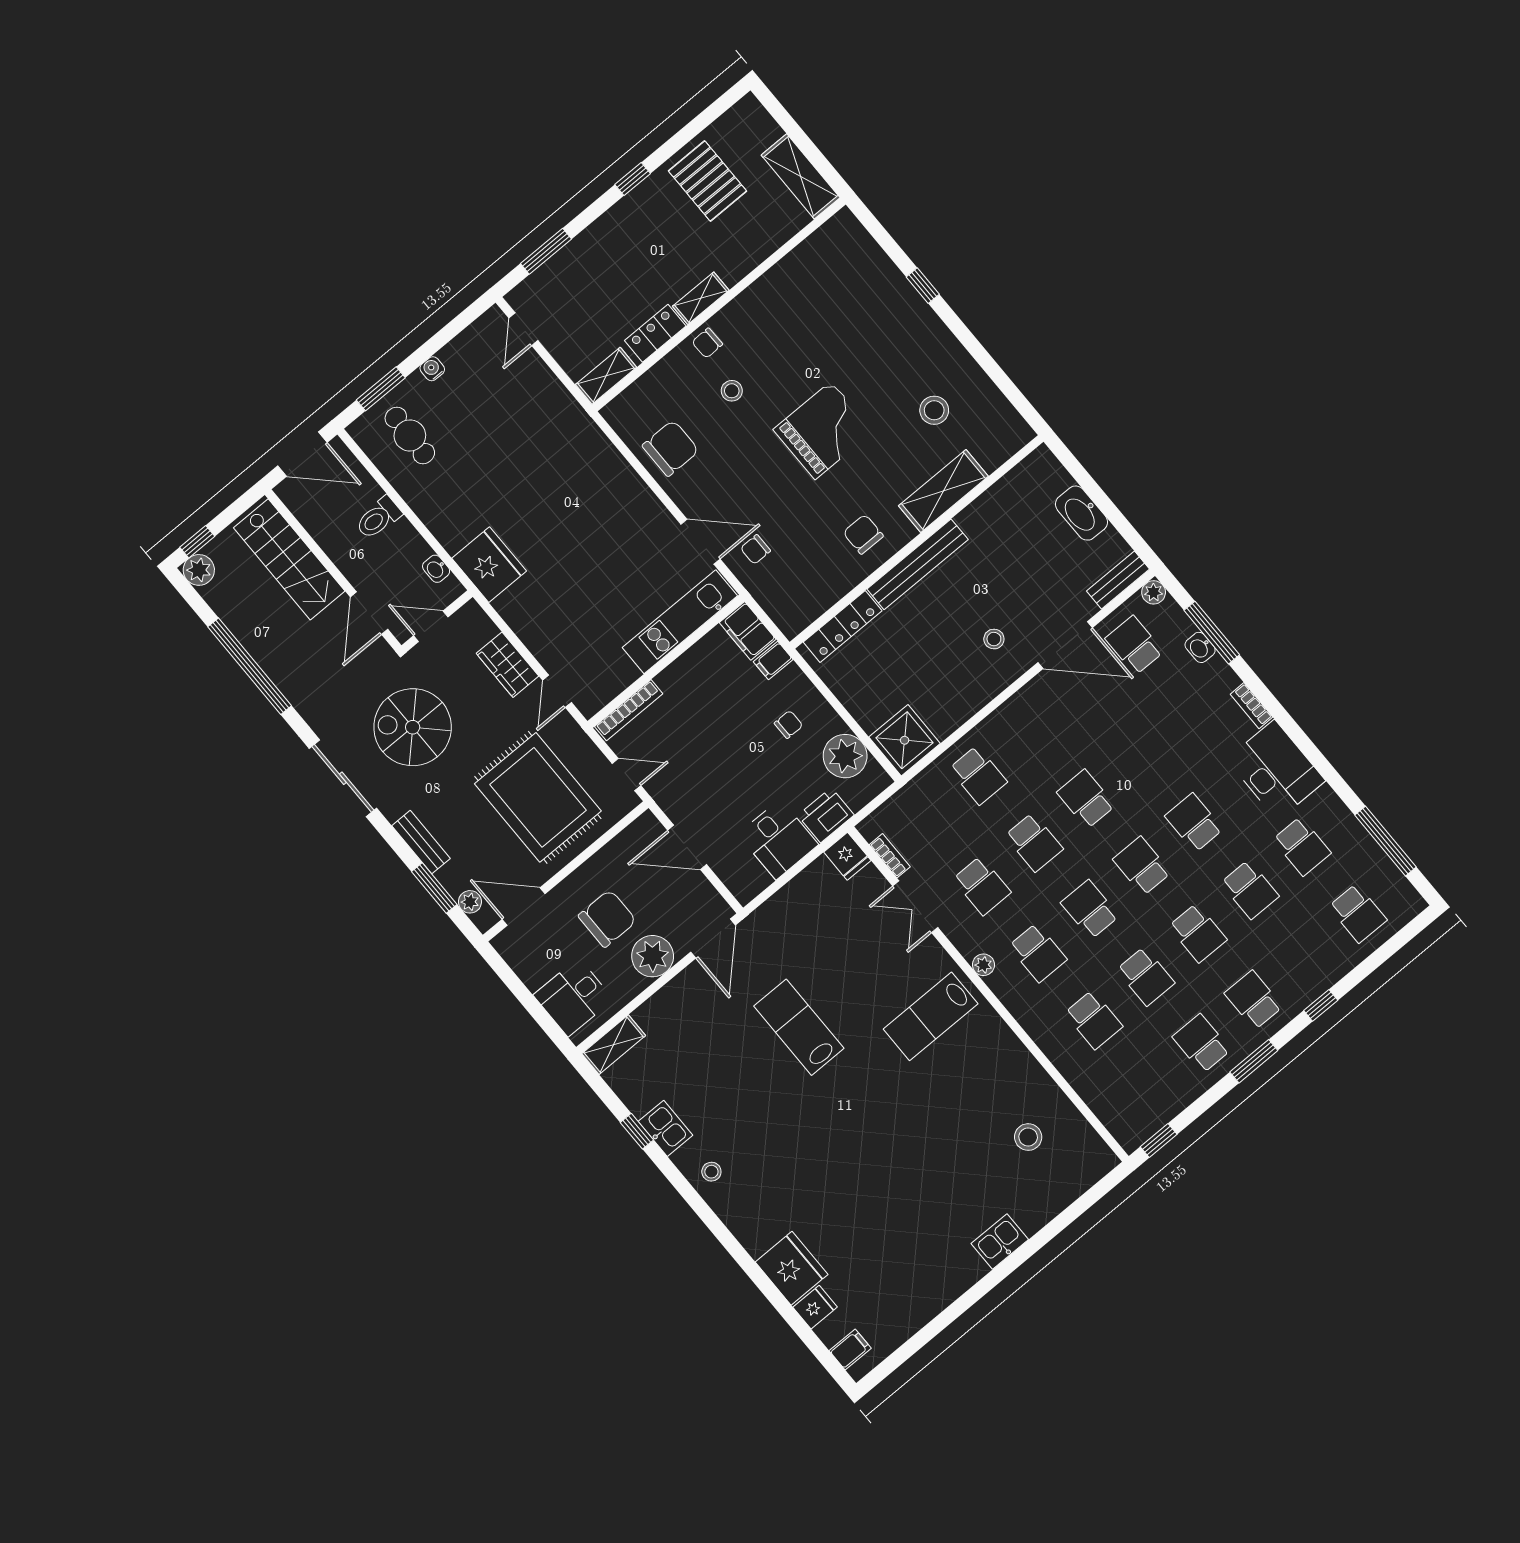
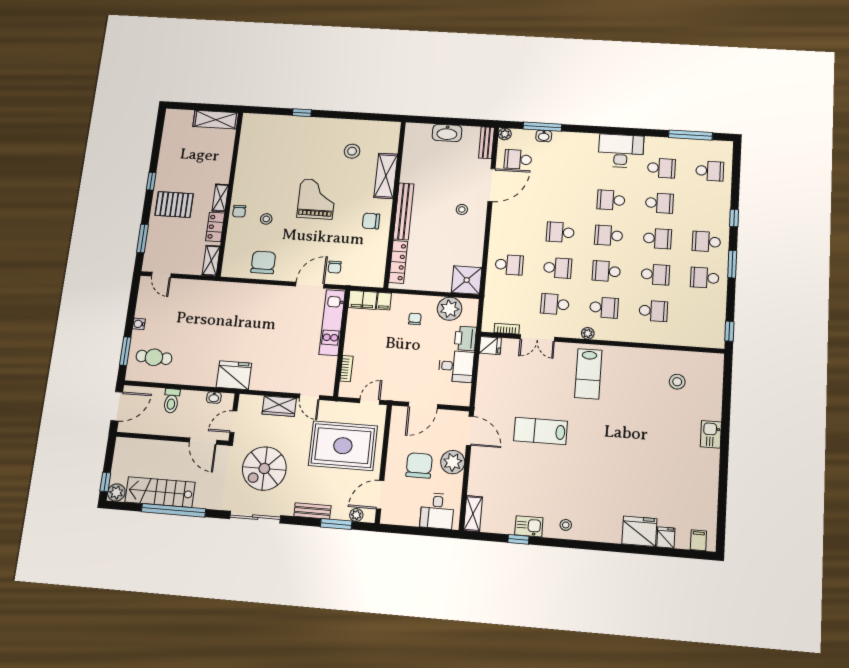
pallet: (708, 181) -> (174, 205), moved
stairs: (289, 559) -> (160, 492), moved, turned 180
bookcase: (1252, 706) -> (586, 137), removed
bookcase: (629, 710) -> (346, 369), width x0.64
school desk: (982, 886) -> (555, 304), turned 180

